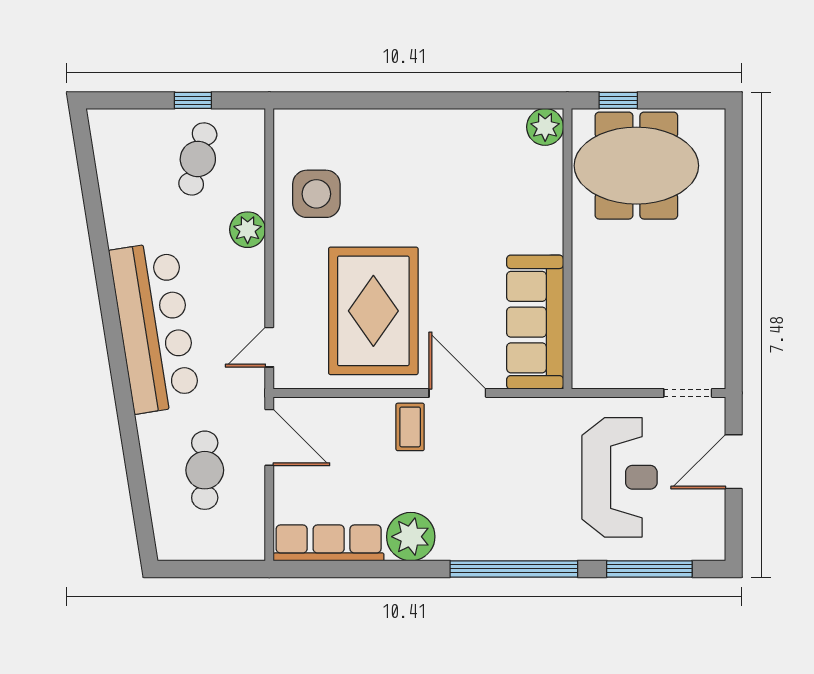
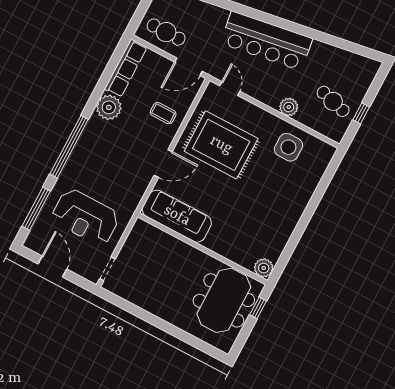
coffee table: (410, 427) -> (163, 113), moved
door: (734, 462) -> (52, 267), moved
cafe table: (205, 470) -> (166, 32), moved

